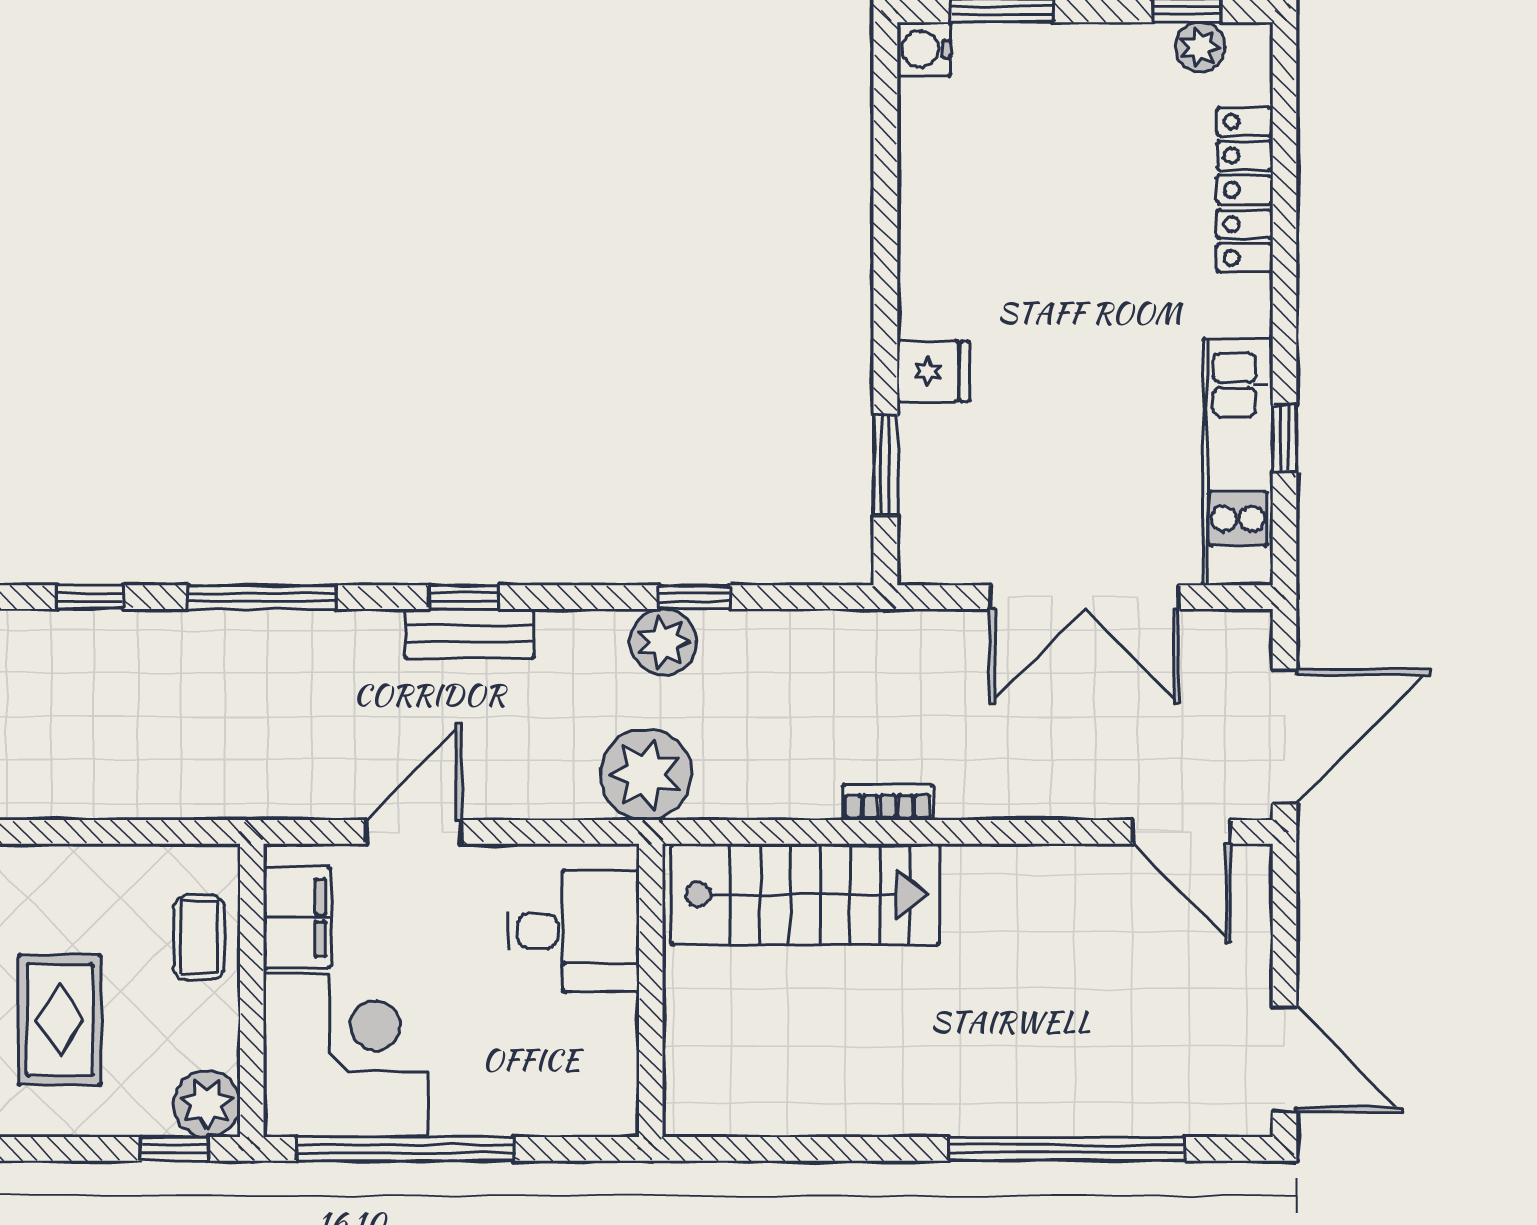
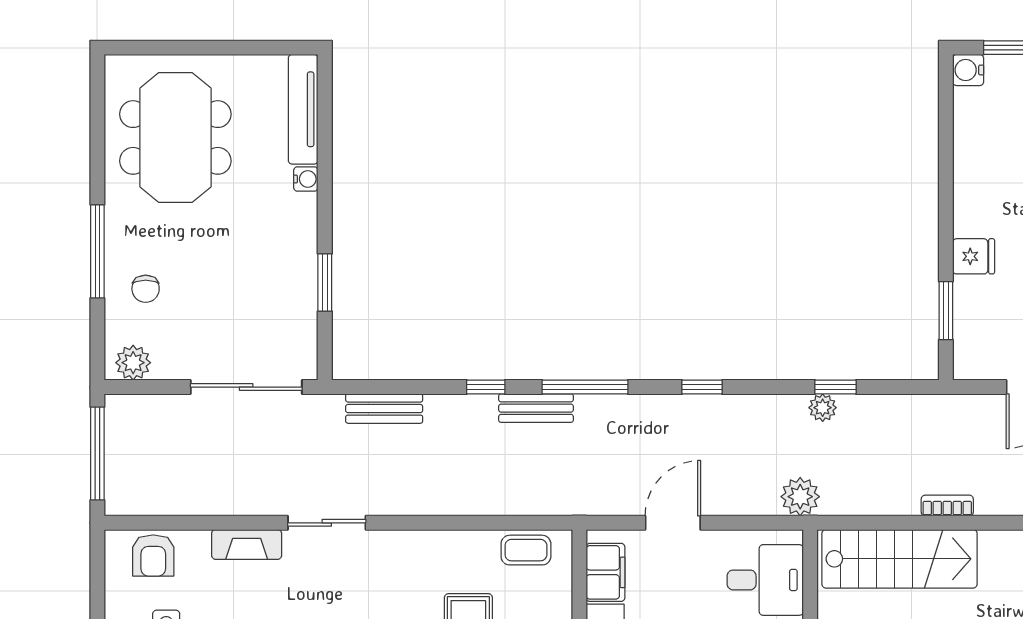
bench: (470, 634) -> (536, 408), moved
plant: (663, 642) -> (823, 408), width x0.73, depth x0.73
plant: (646, 775) -> (800, 497), width x0.73, depth x0.73
coffee table: (199, 937) -> (526, 550), moved, turned 90

